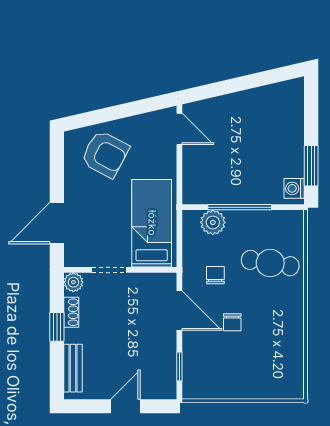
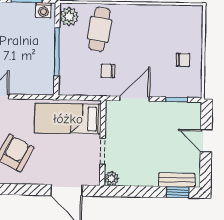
plant: (213, 222) -> (69, 17), moved
shoe rack: (71, 312) -> (134, 181), removed
chair: (232, 322) -> (183, 60), moved
window: (57, 327) -> (177, 192), moved

